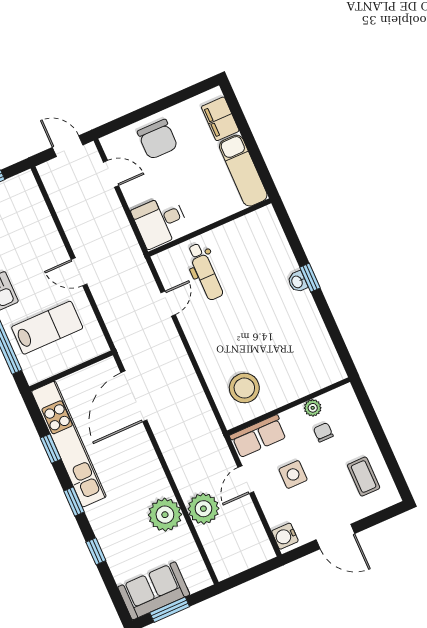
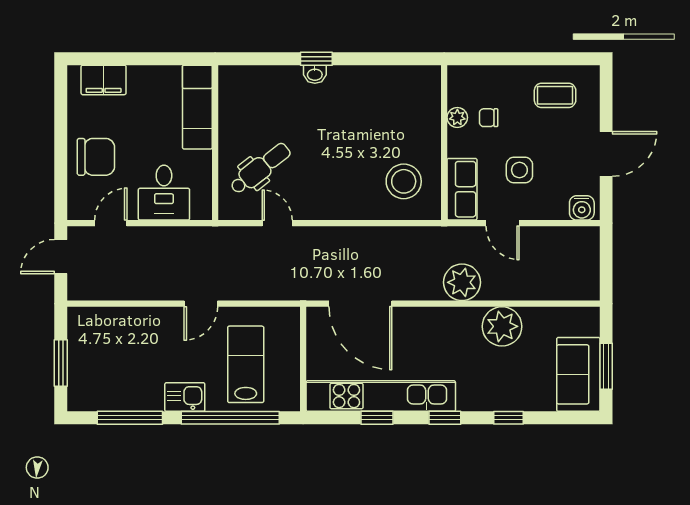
exam couch: (243, 171) -> (197, 107), moved, turned 90
desk: (160, 221) -> (164, 193), moved
dental chair: (205, 272) -> (260, 168), turned -38
plant: (203, 509) -> (462, 282), moved

